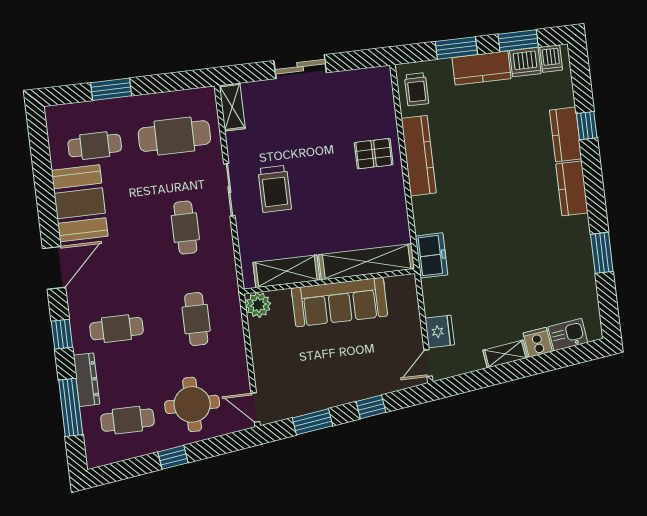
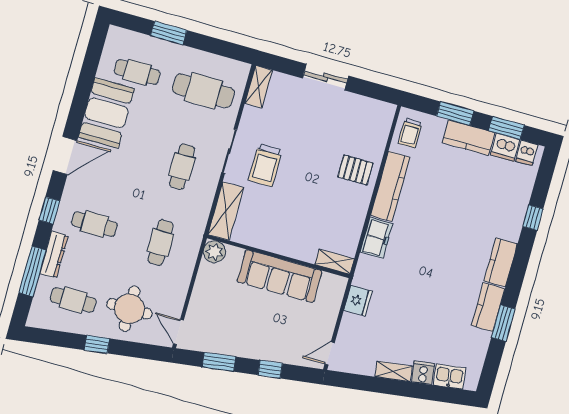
kitchen counter: (566, 134) -> (488, 307), moved
freezer: (431, 255) -> (376, 238), moved
shelving: (367, 262) -> (334, 262), width x0.45, depth x0.75
shelving: (286, 271) -> (226, 211), moved, turned 90
fridge: (440, 331) -> (358, 301), moved

